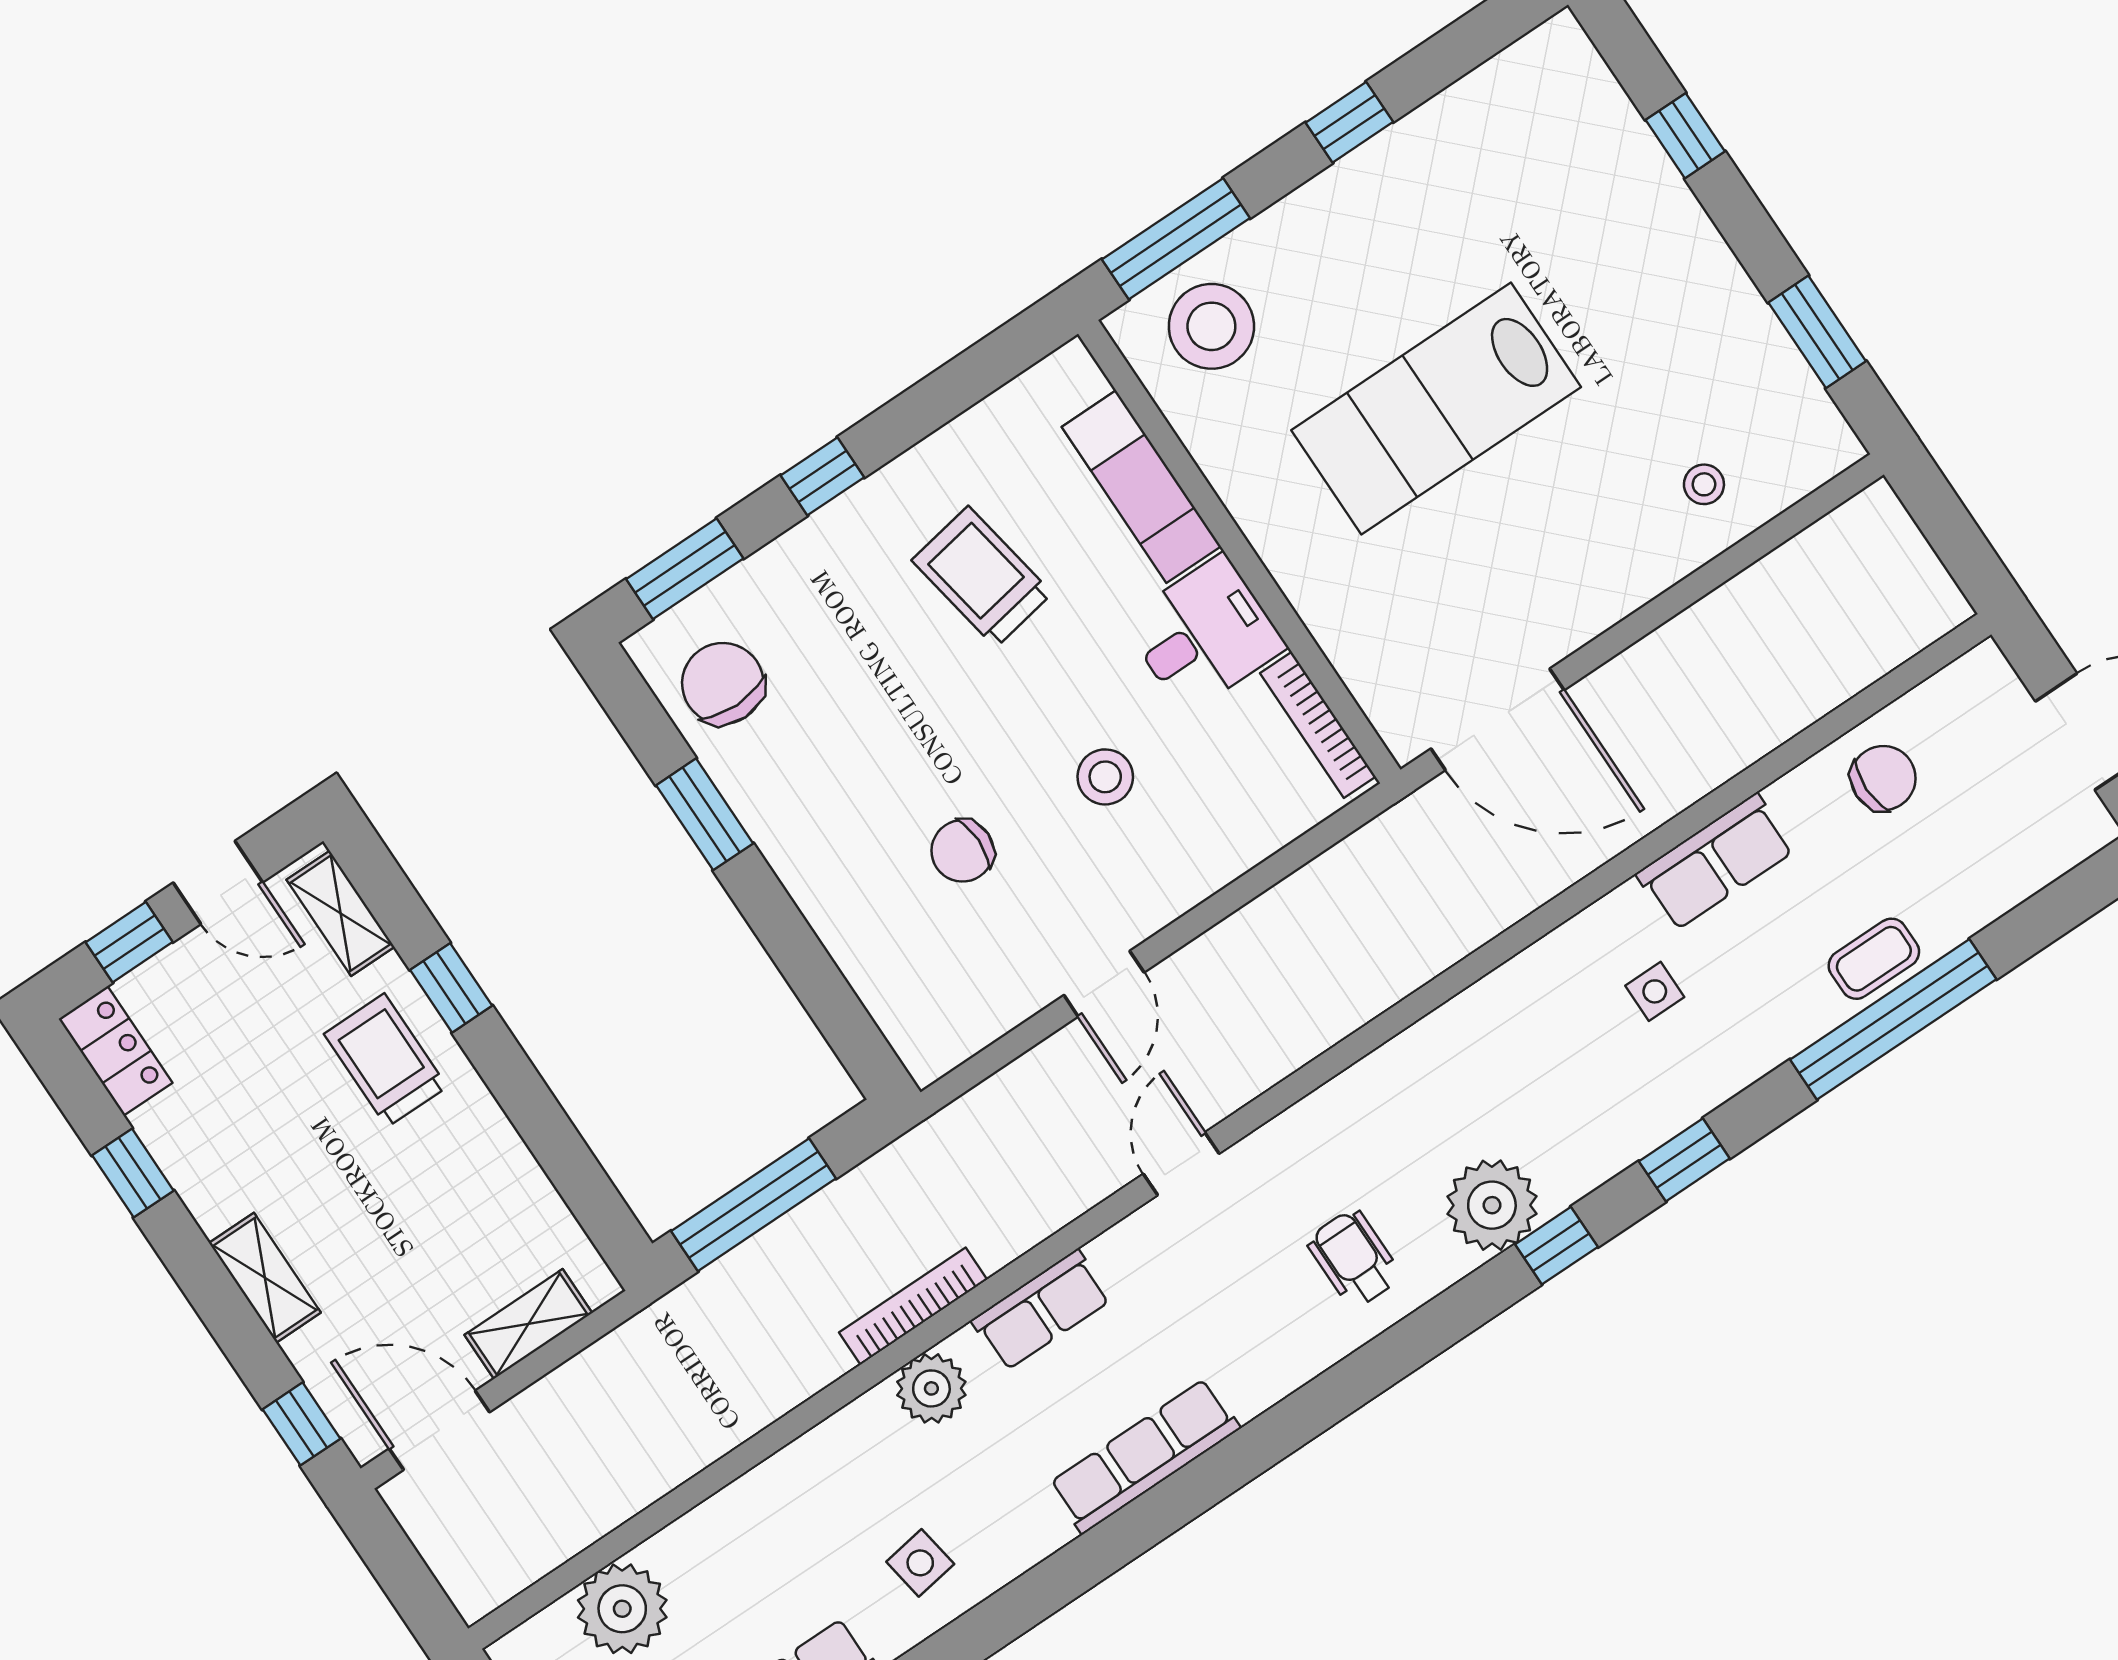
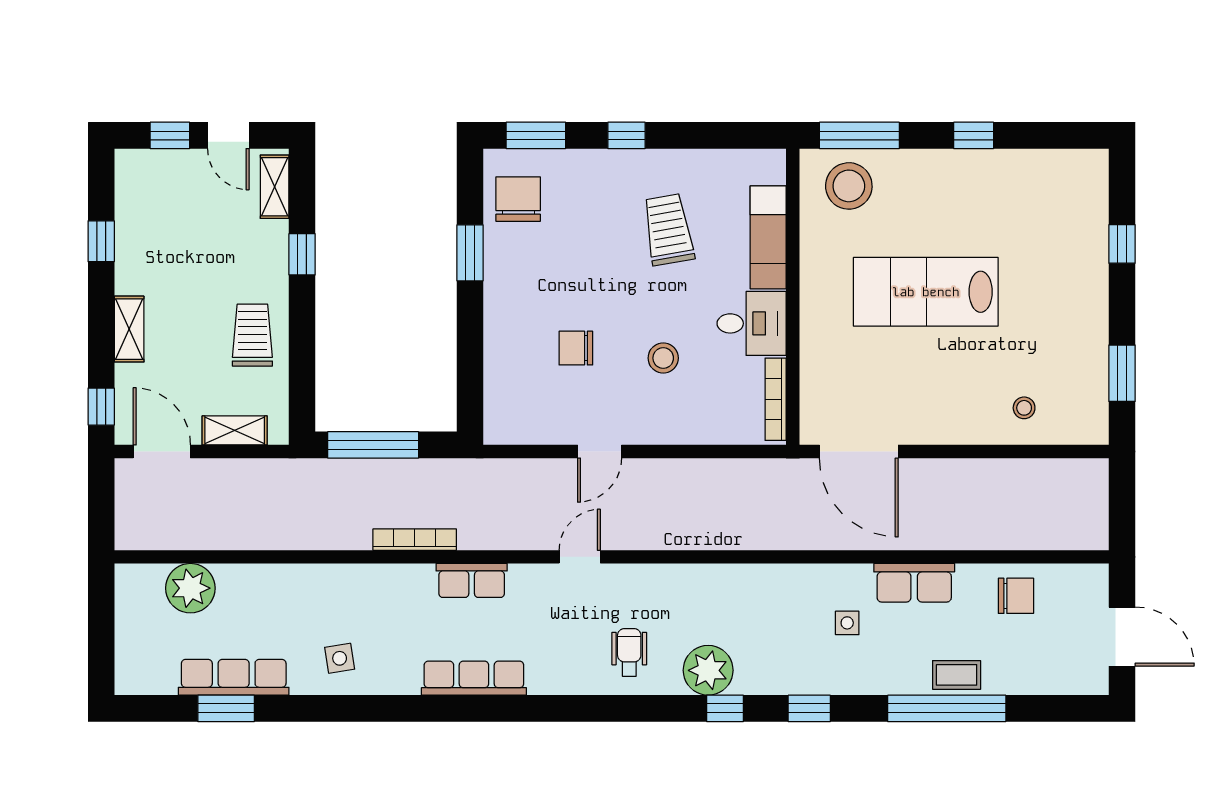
locker: (115, 1051) -> (131, 181), removed
trolley: (386, 1060) -> (252, 335), moved
plant: (931, 1388) -> (398, 583), removed

